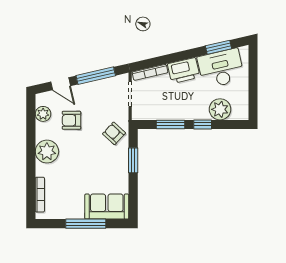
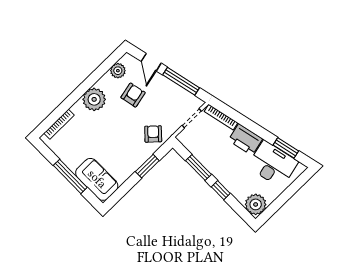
plant: (220, 109) -> (256, 204), moved
armchair: (71, 120) -> (133, 95), turned 78

